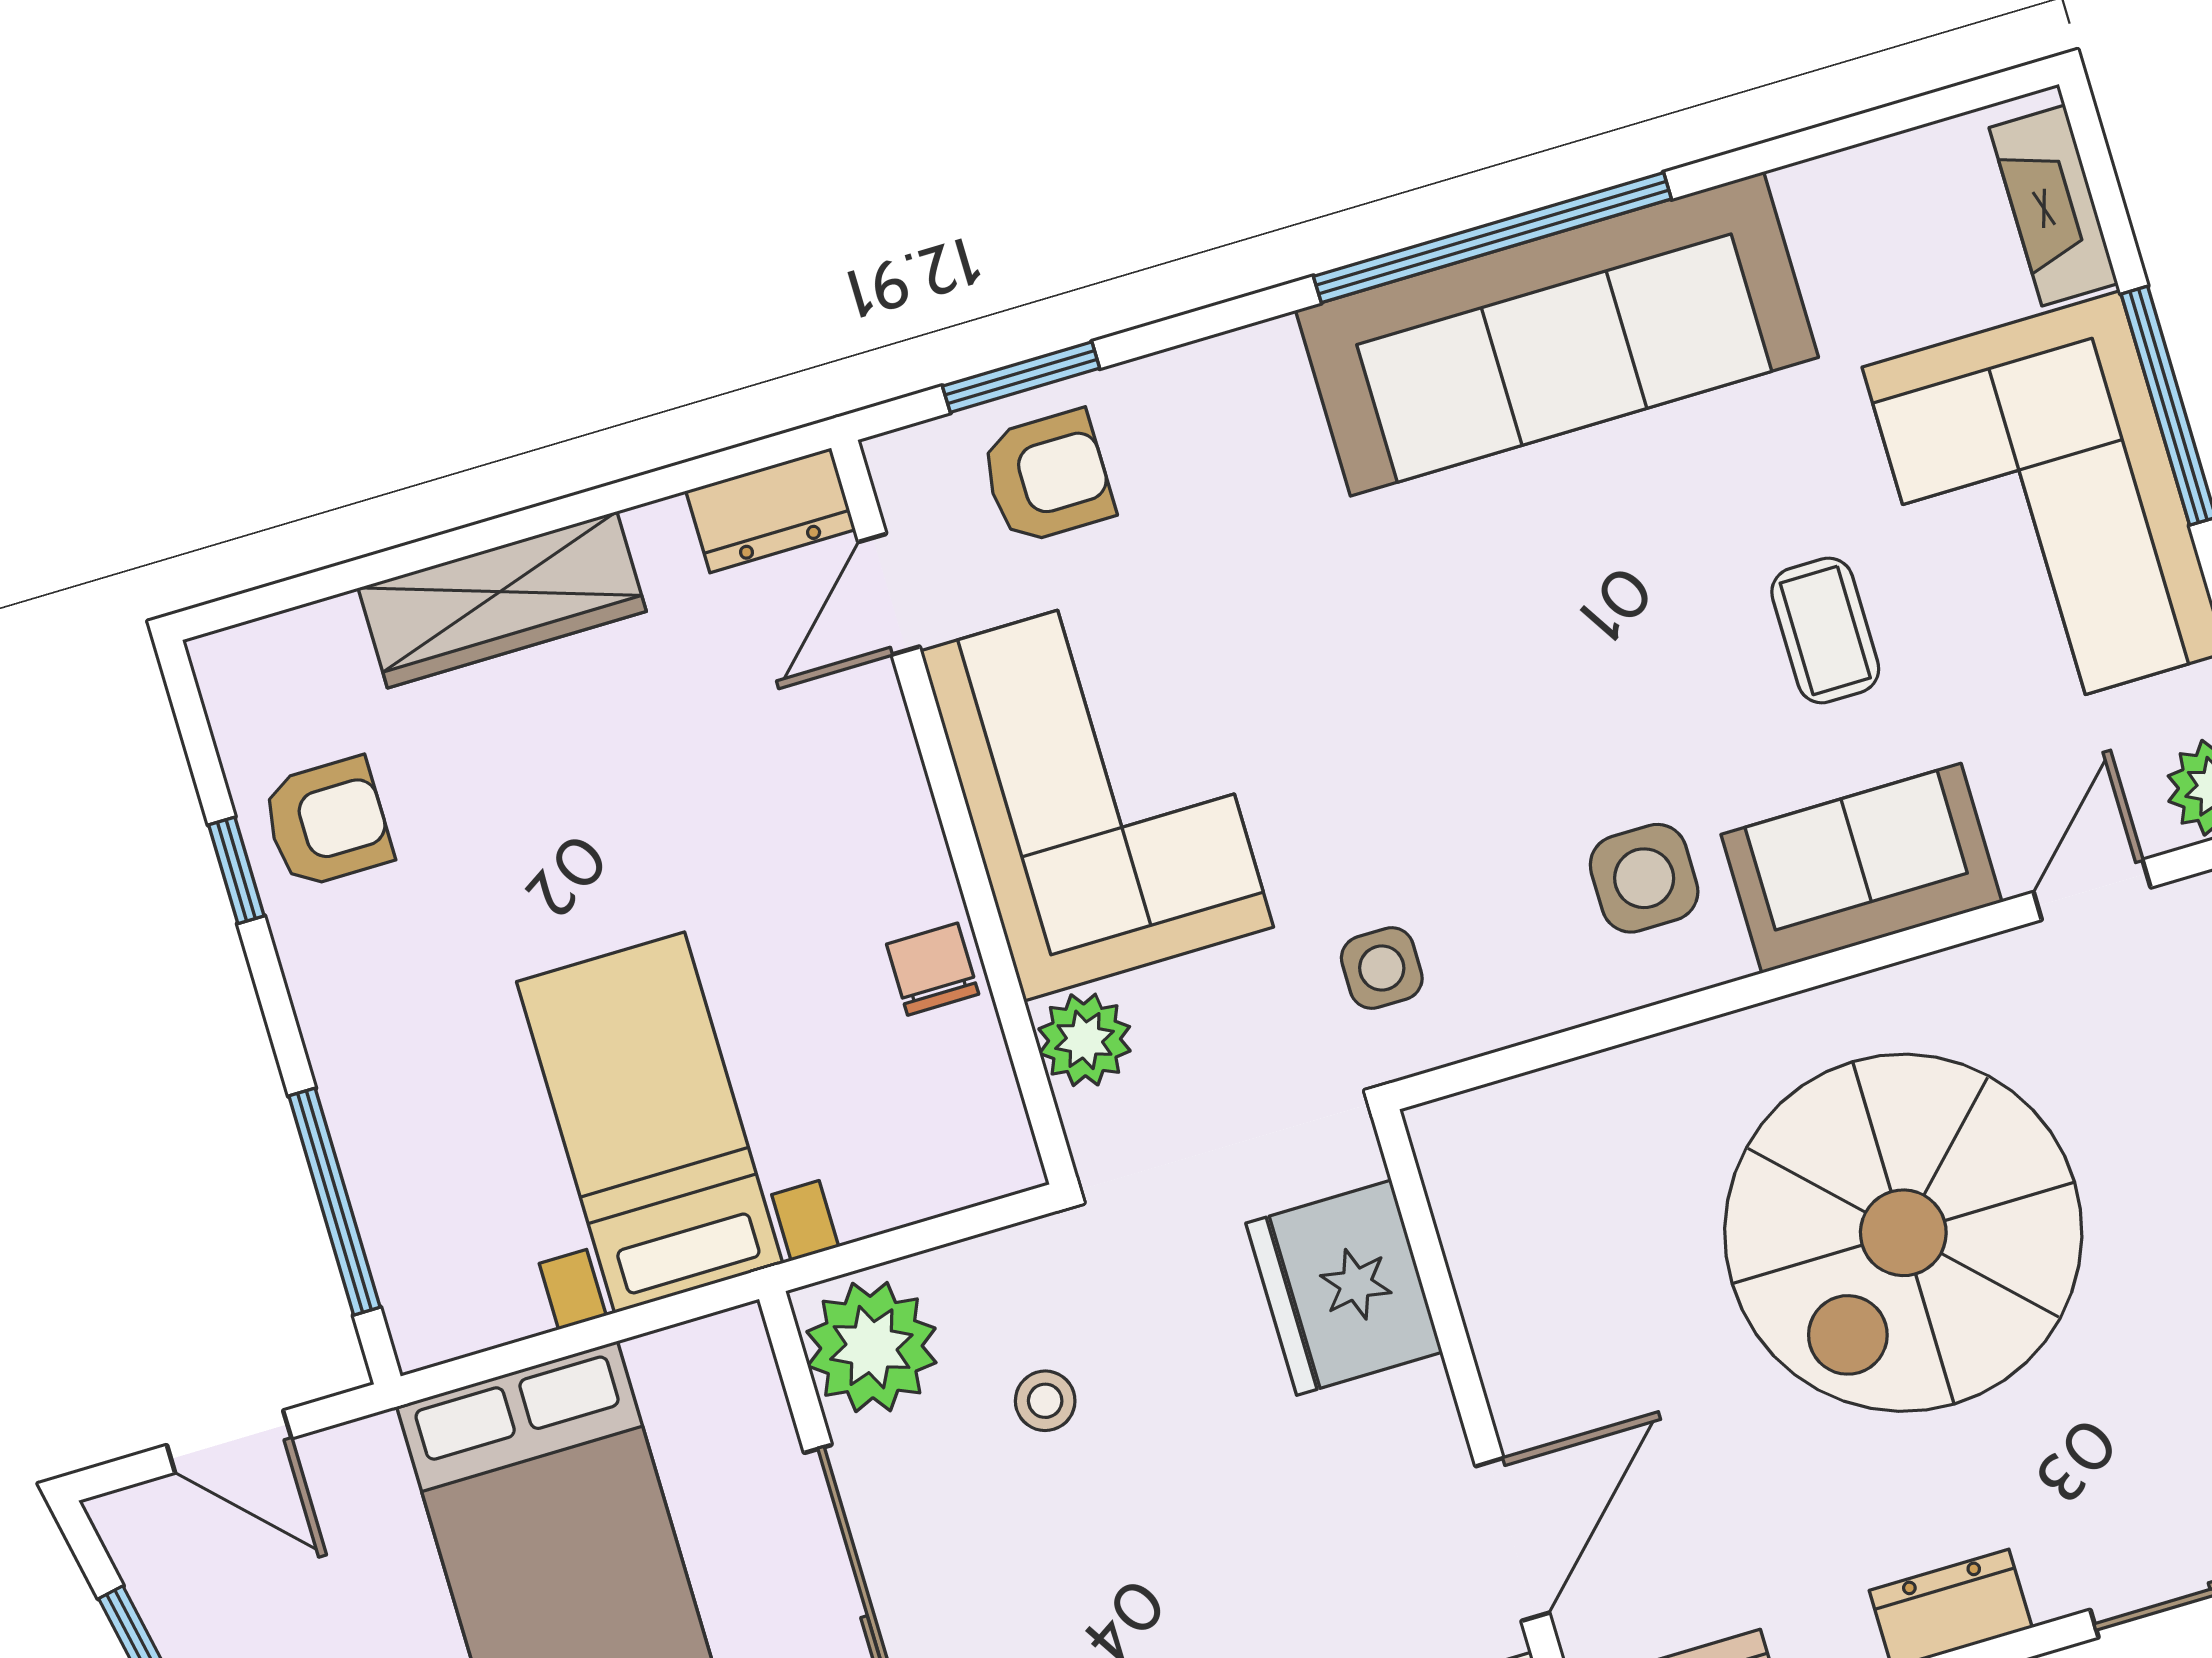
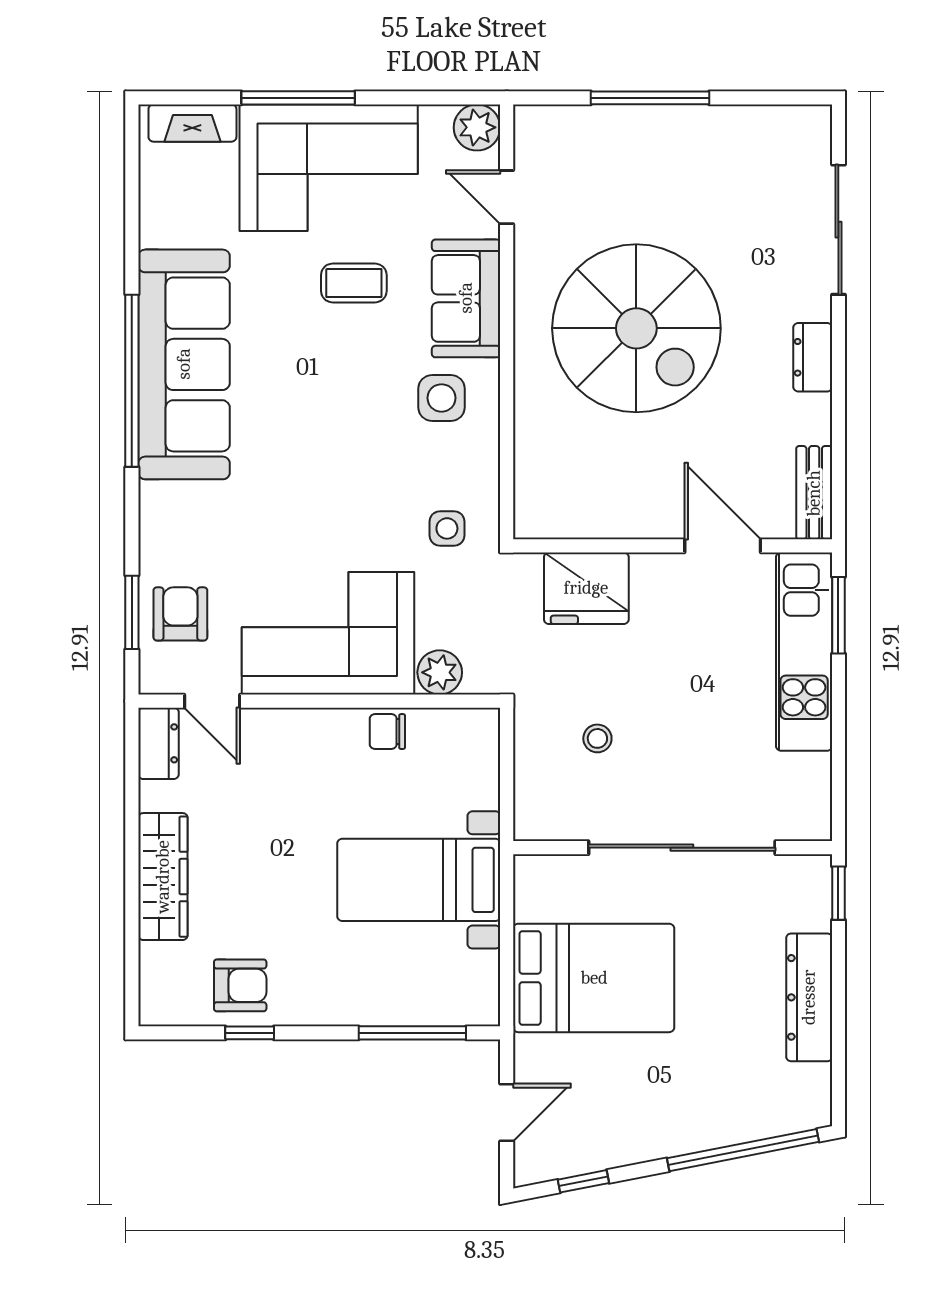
armchair: (327, 823) -> (240, 985), turned 90
plant: (871, 1347) -> (550, 810), removed

